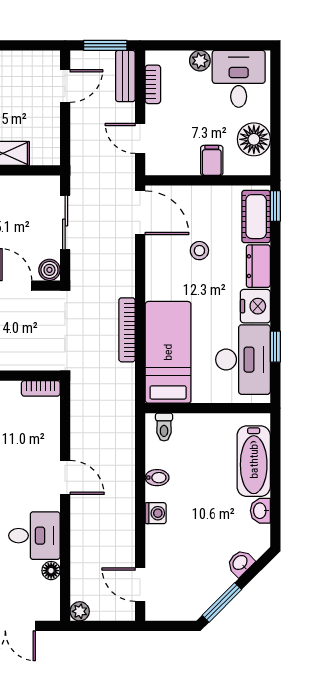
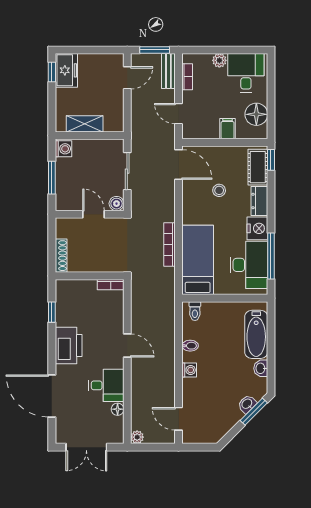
window: (275, 347) -> (271, 256), width x2.17
window: (222, 602) -> (254, 412), moved

